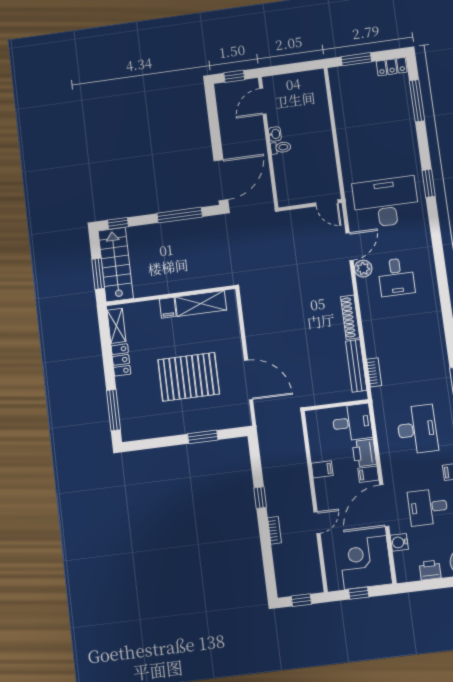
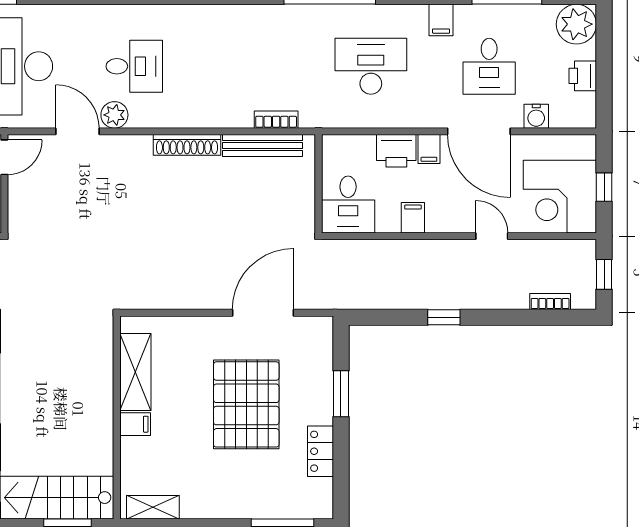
locker: (121, 360) -> (321, 451), moved, turned -90
desk: (352, 423) -> (348, 204), moved, turned 180
bookcase: (275, 530) -> (550, 302), moved
corner desk: (365, 562) -> (560, 197), moved

